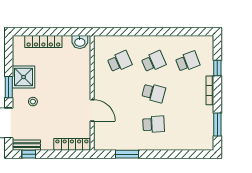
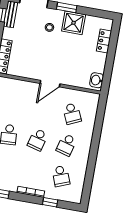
locker: (43, 41) -> (104, 41), width x0.66
school desk: (154, 62) -> (66, 145), turned 39
door: (92, 110) -> (50, 84), moved

